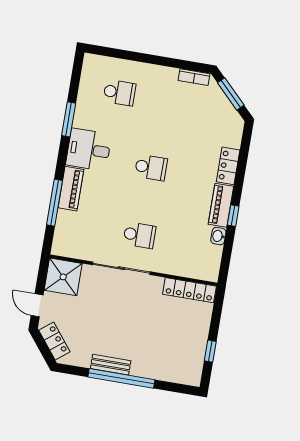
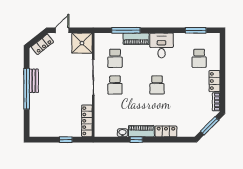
locker: (160, 74) -> (214, 81), added
window: (69, 119) -> (196, 30), moved
school desk: (97, 228) -> (115, 58), added
window: (210, 351) -> (66, 140), moved

